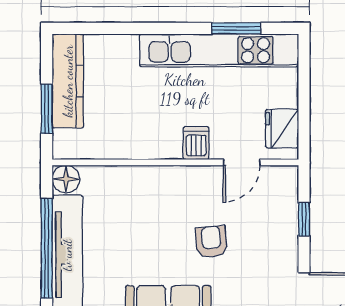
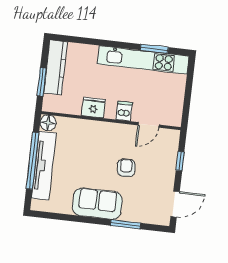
fridge: (282, 129) -> (93, 108), moved, turned 90

